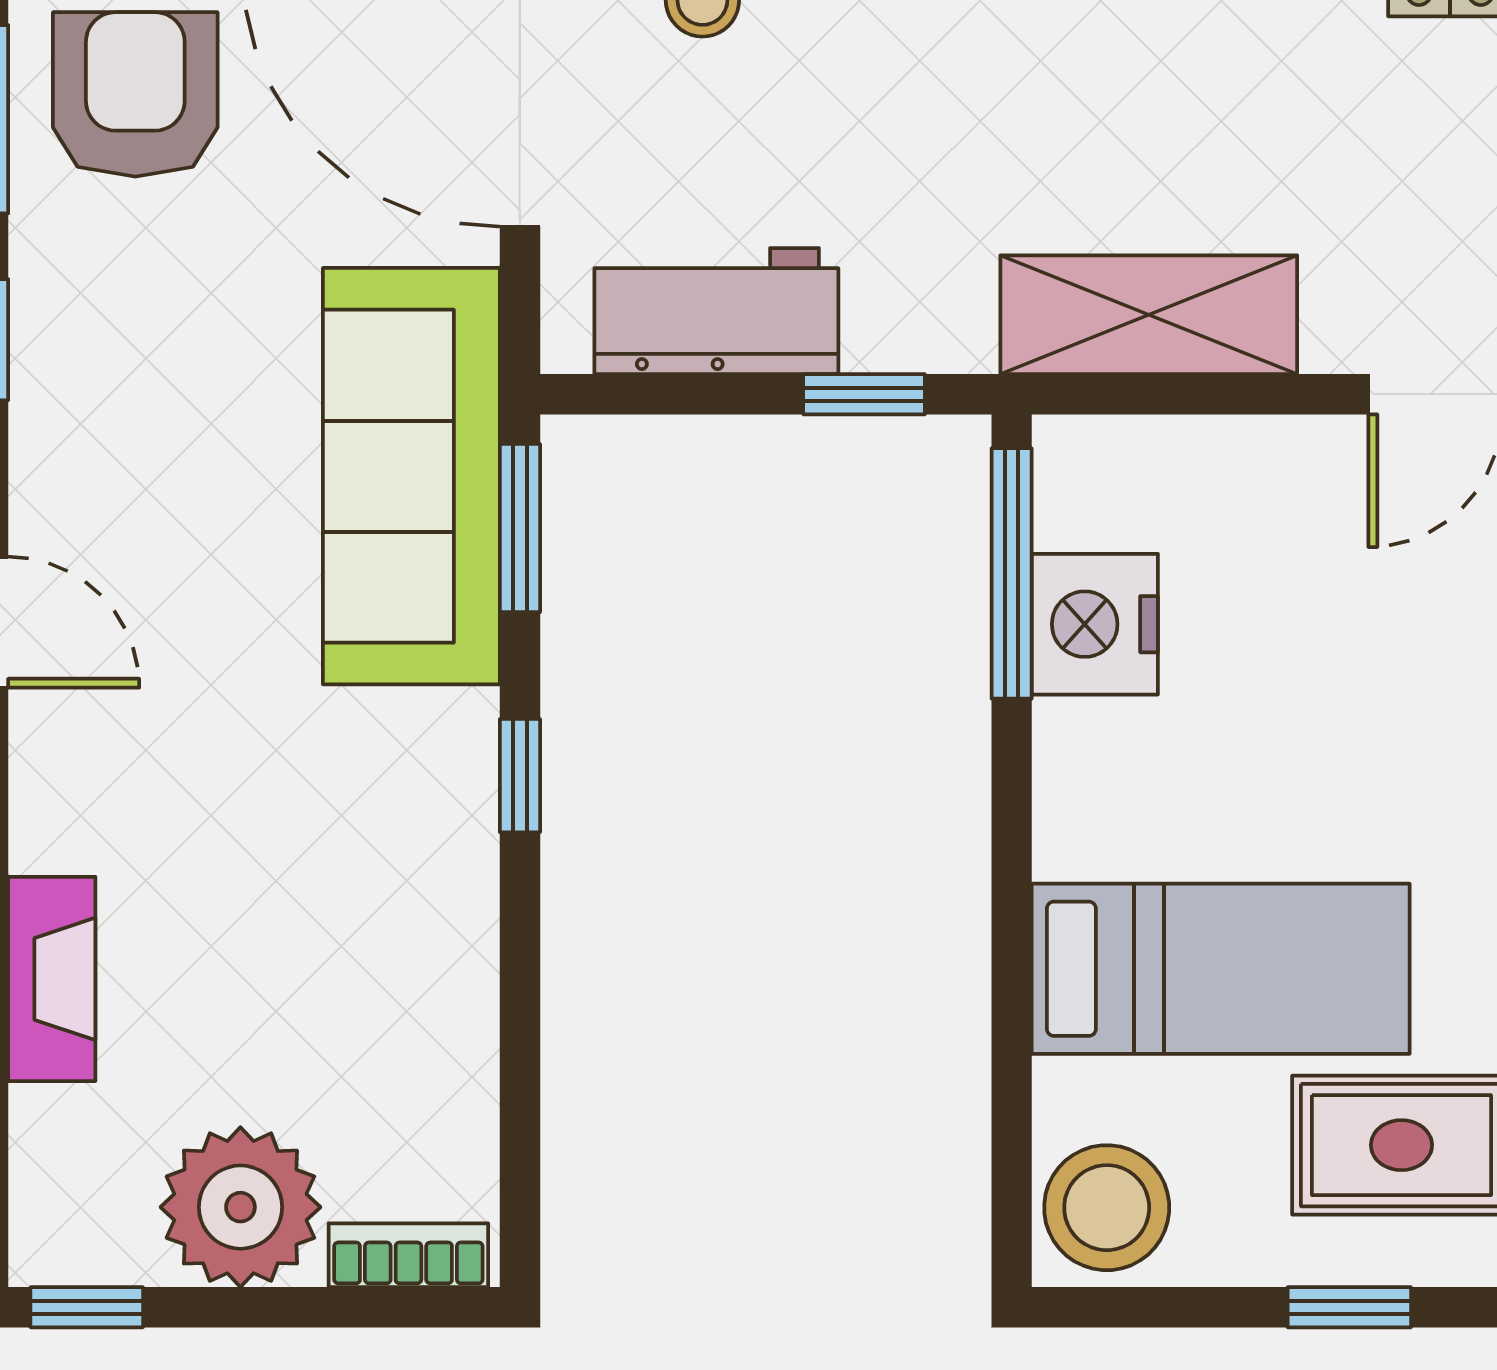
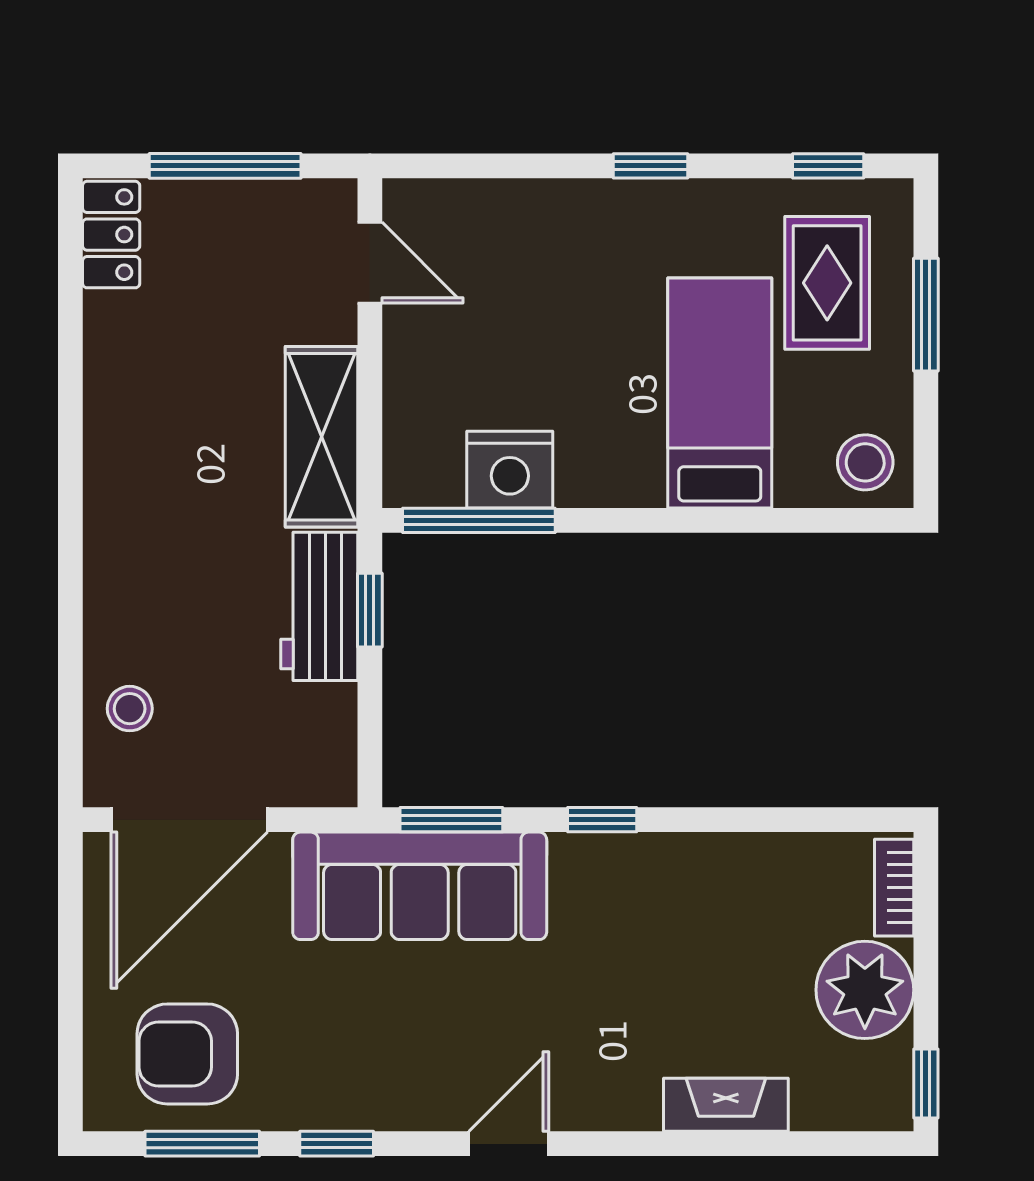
workbench: (716, 311) -> (319, 606), moved
stool: (1107, 1208) -> (865, 462), width x0.73, depth x0.73
window: (1349, 1307) -> (926, 315), width x1.50

